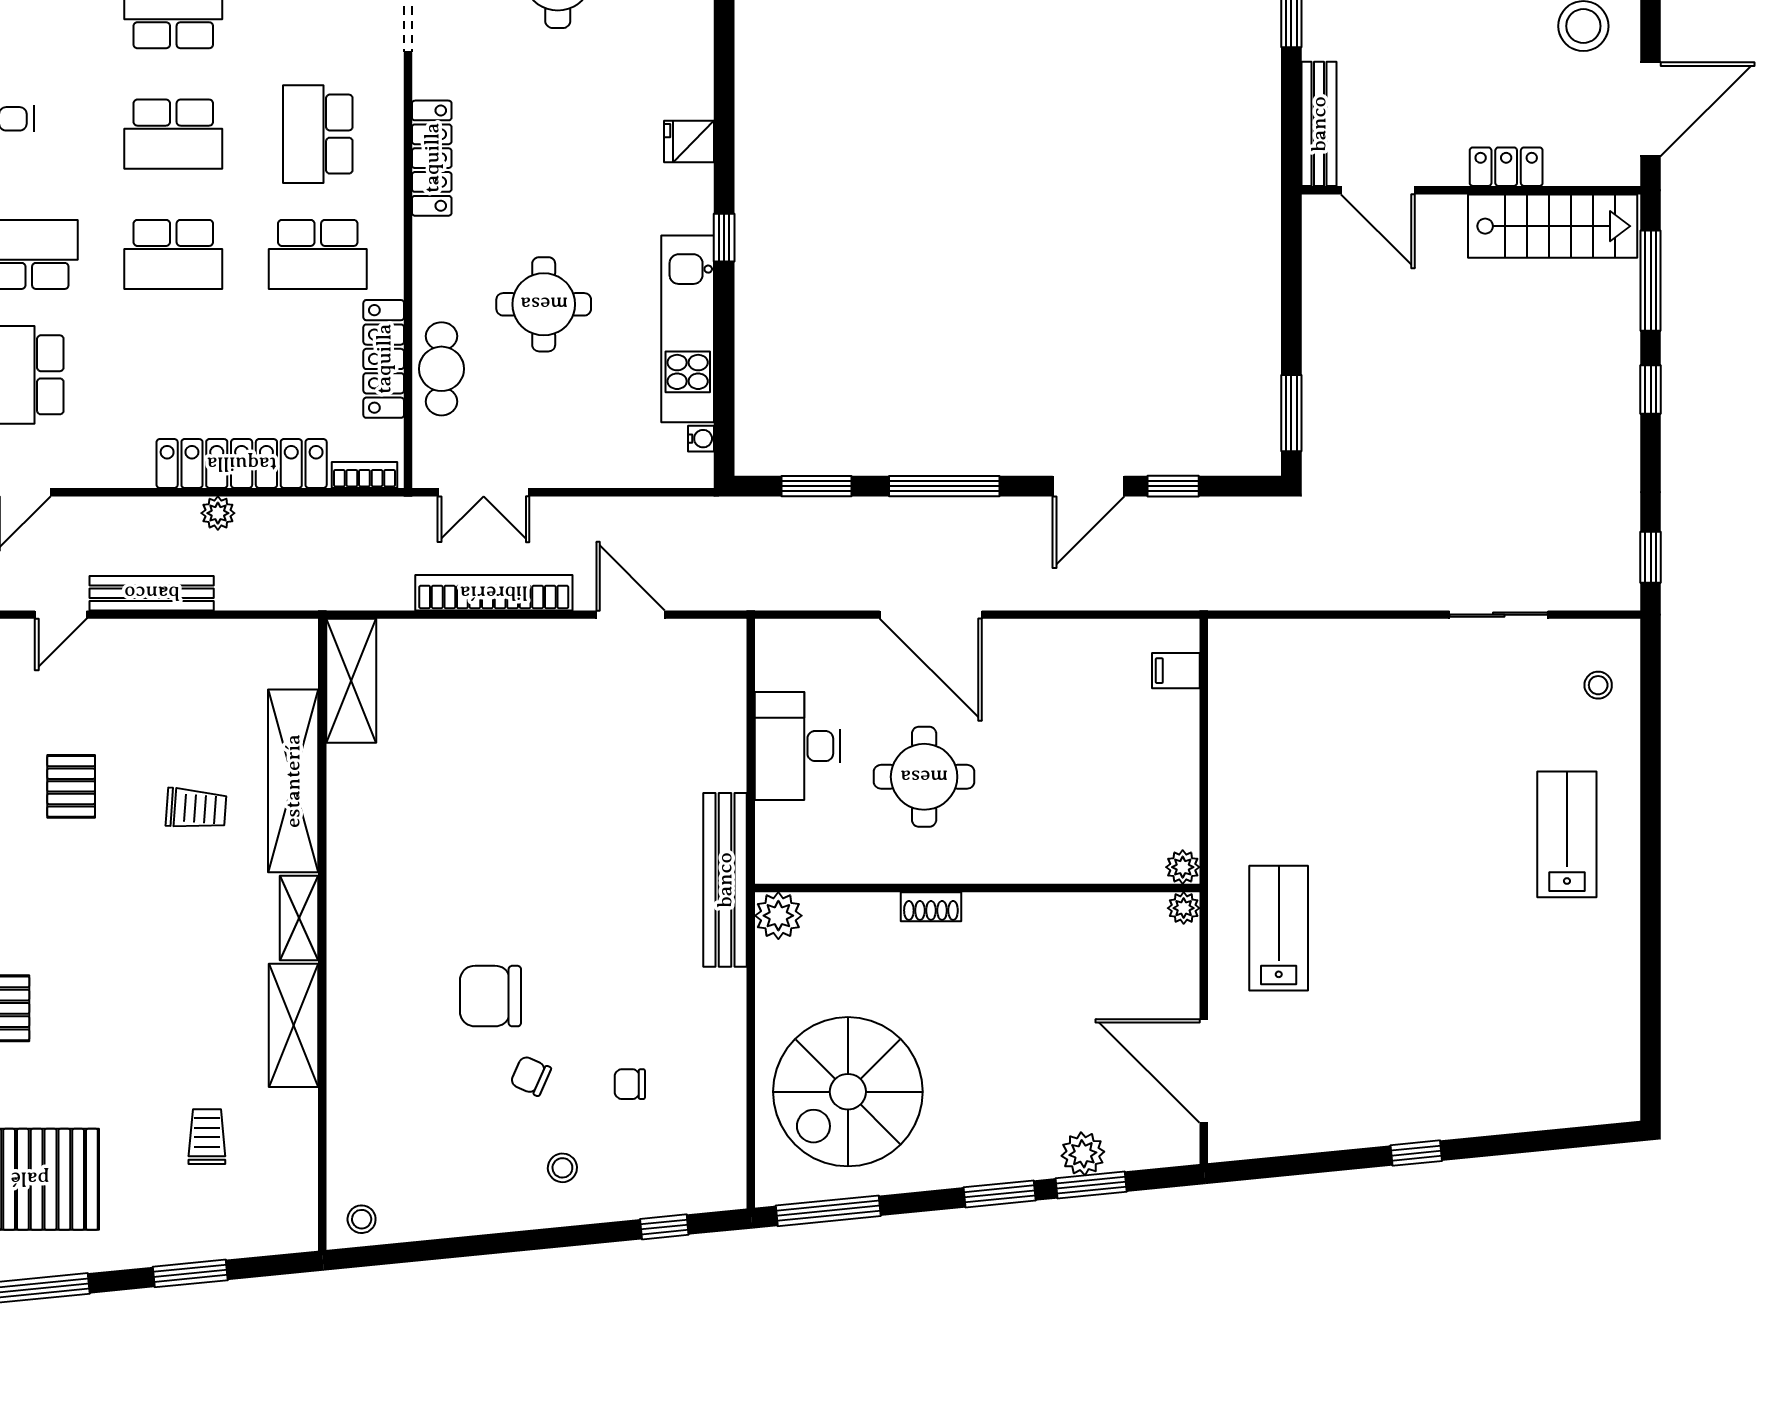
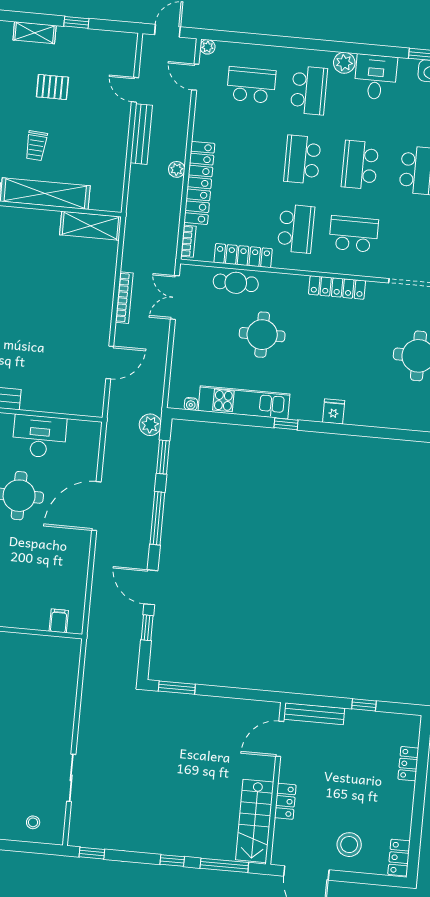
school desk: (318, 254) -> (296, 229), turned 180
plant: (752, 519) -> (150, 425), added
bookcase: (494, 593) -> (124, 298), width x0.68, depth x0.76

